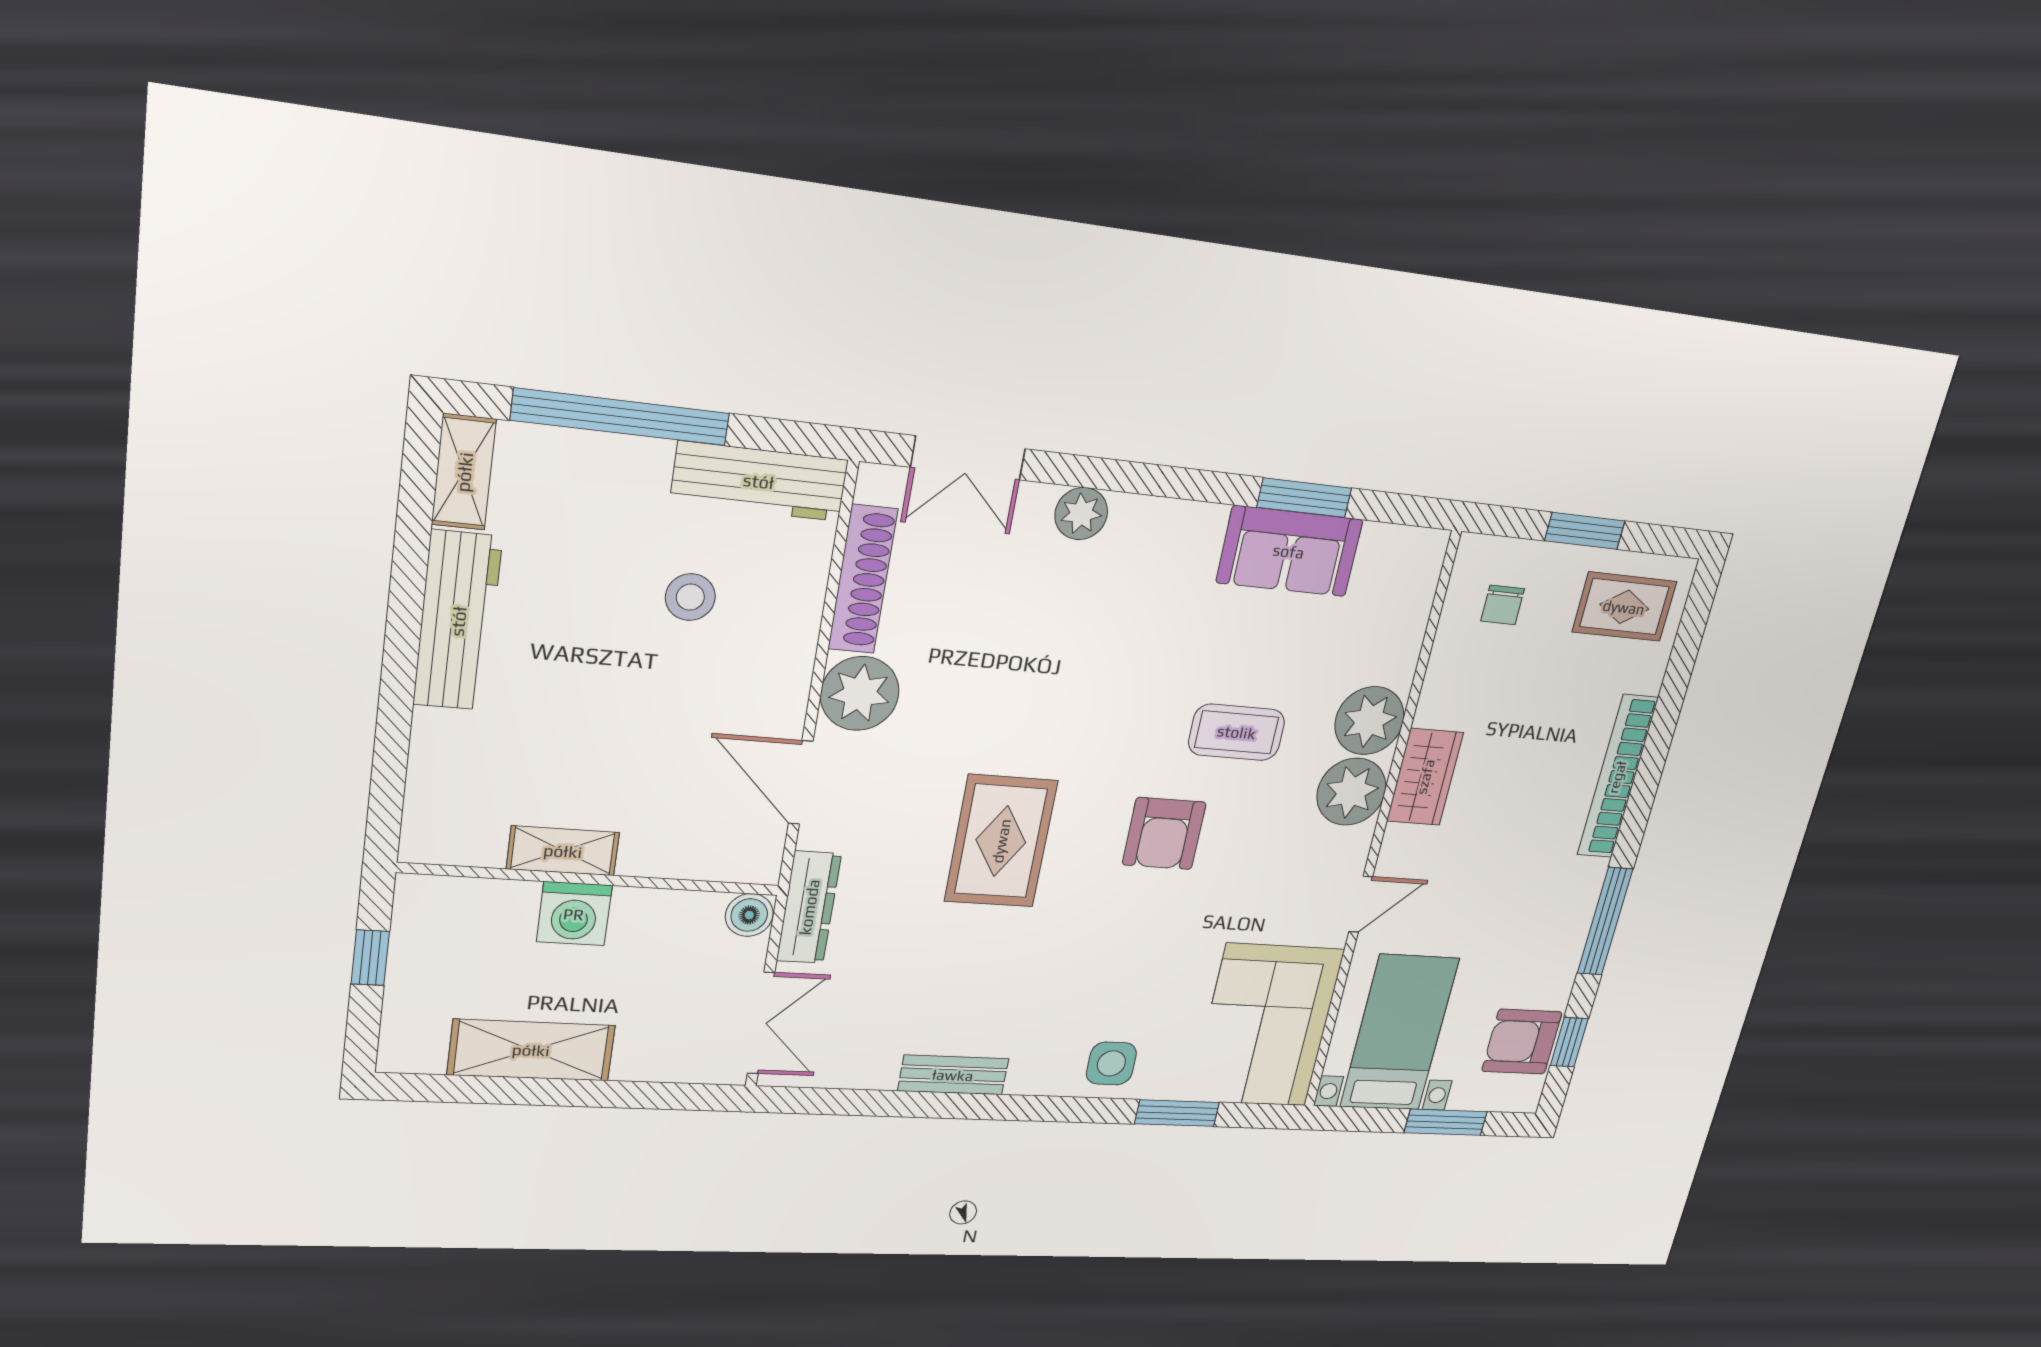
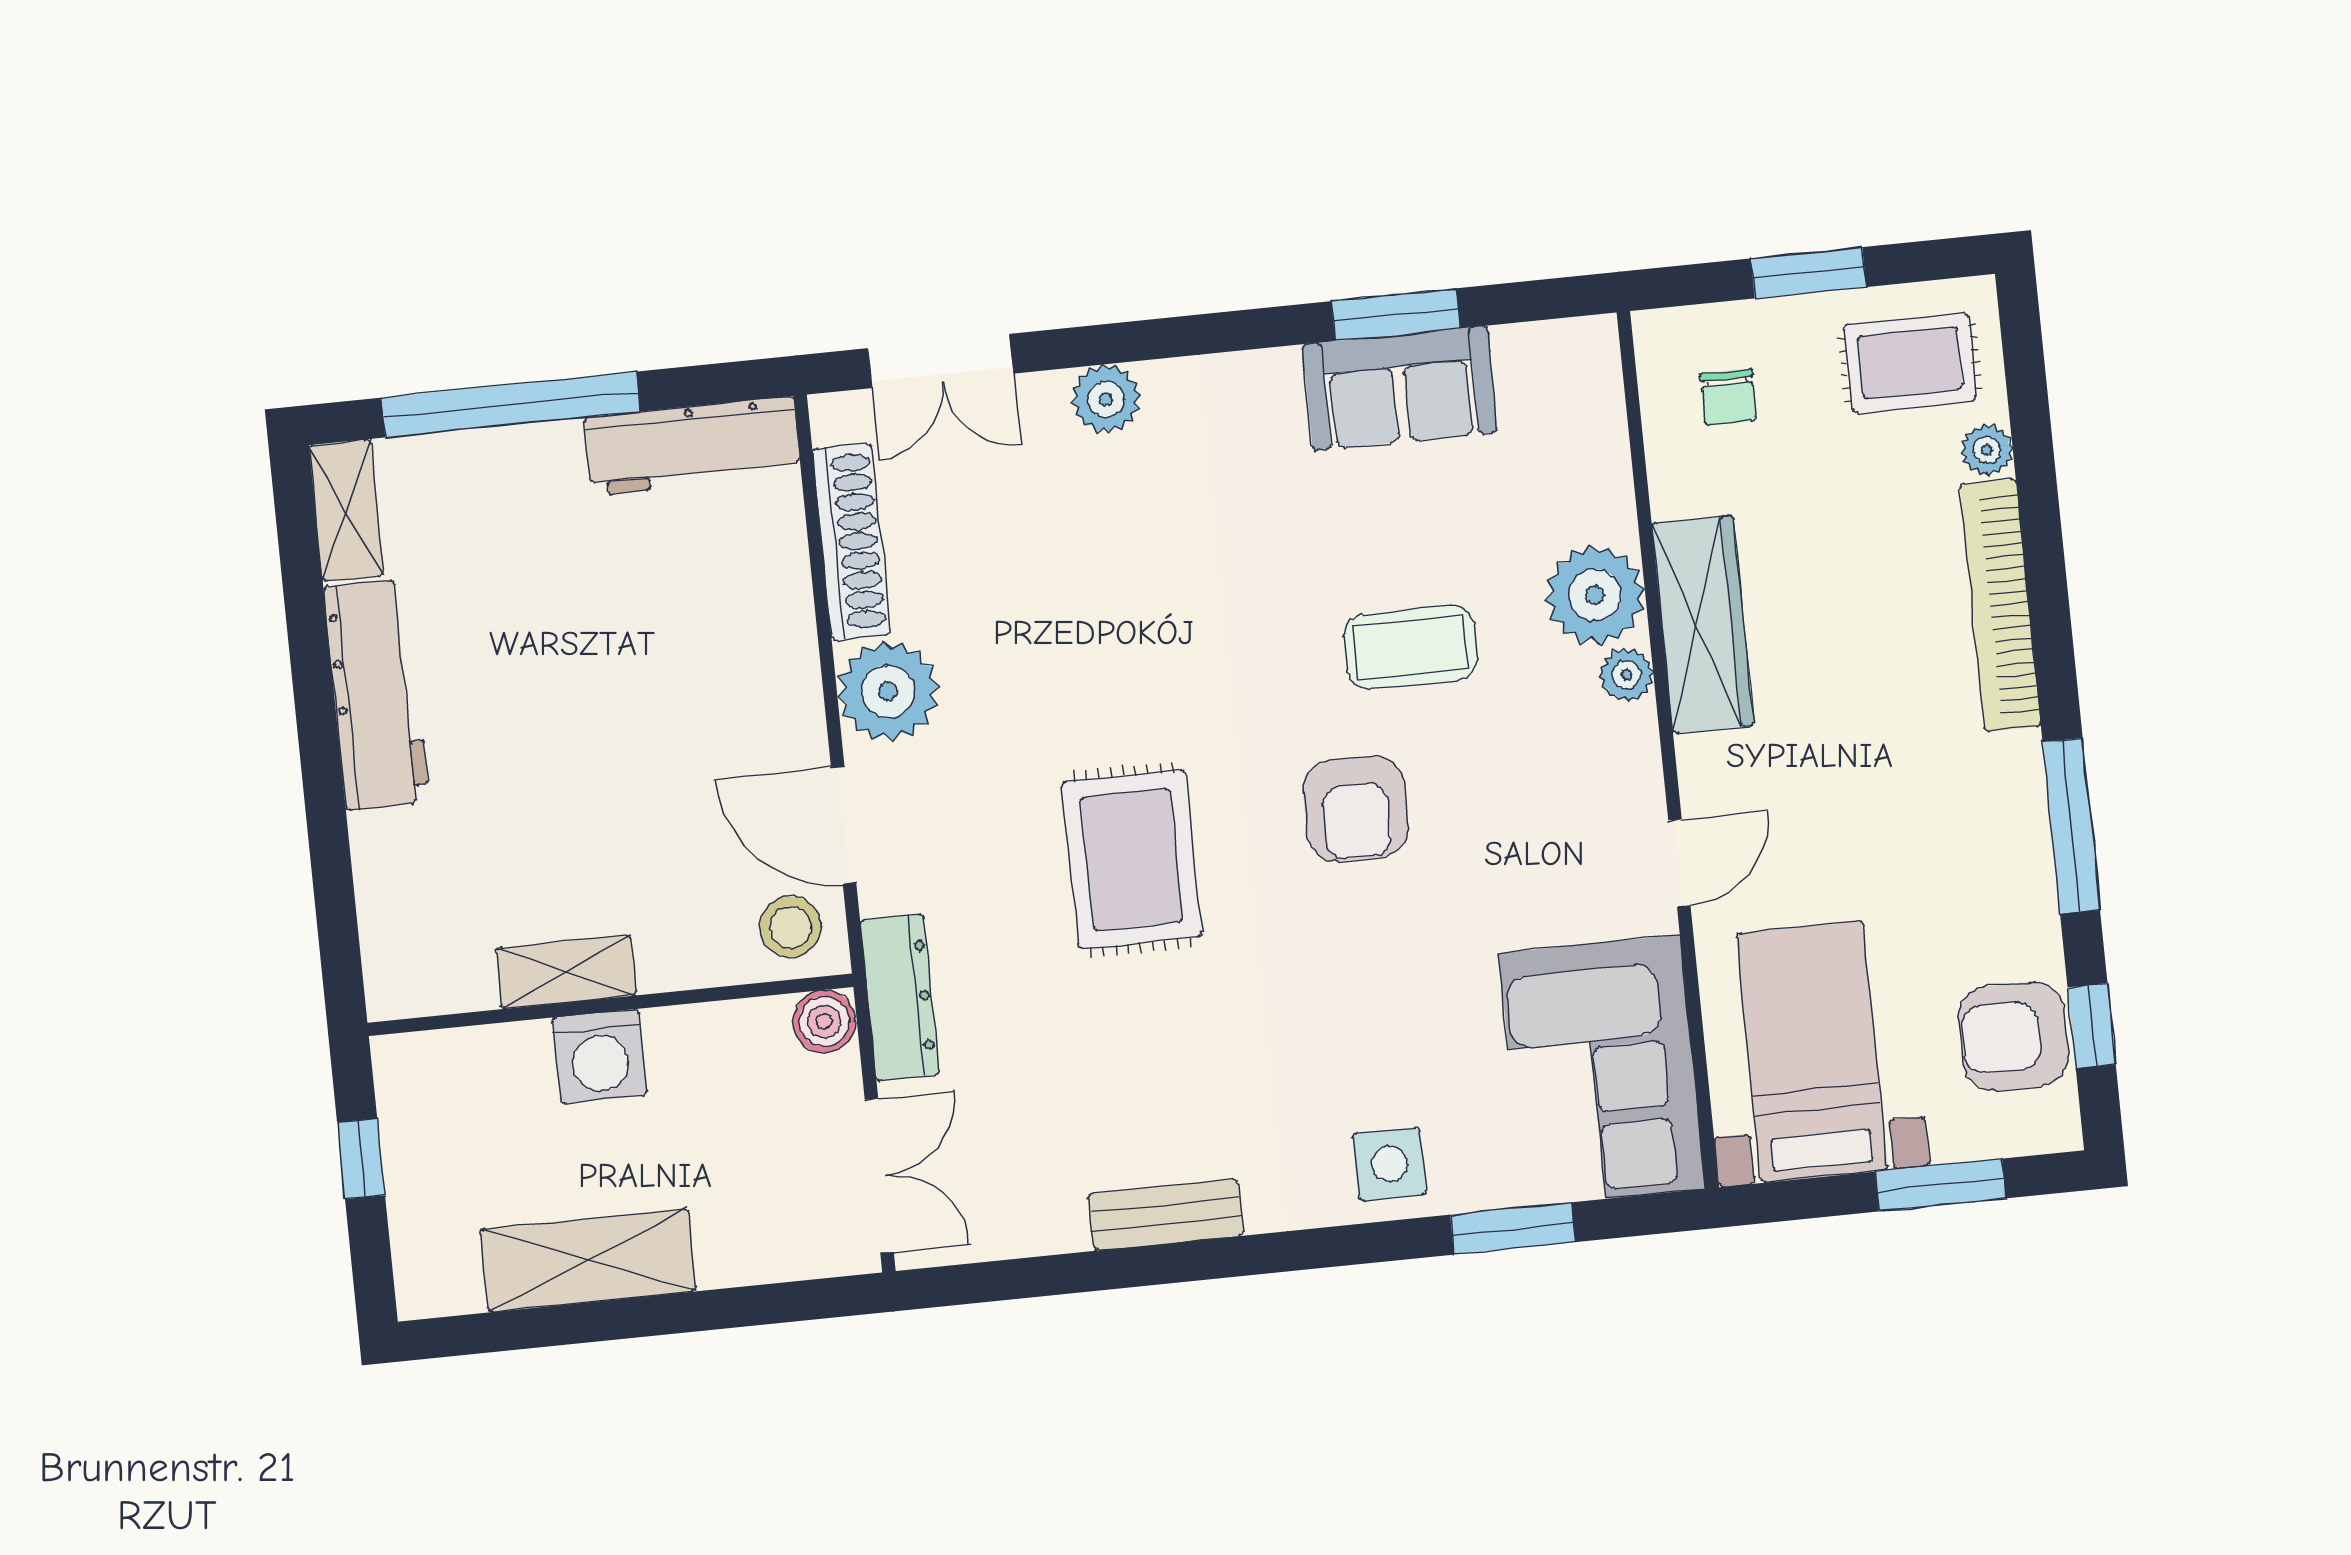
stool: (690, 597) -> (790, 927), moved
plant: (1649, 675) -> (1987, 450), added
wardrobe: (1425, 777) -> (1703, 624), width x1.50
plant: (1351, 792) -> (1626, 675), width x0.53, depth x0.53

